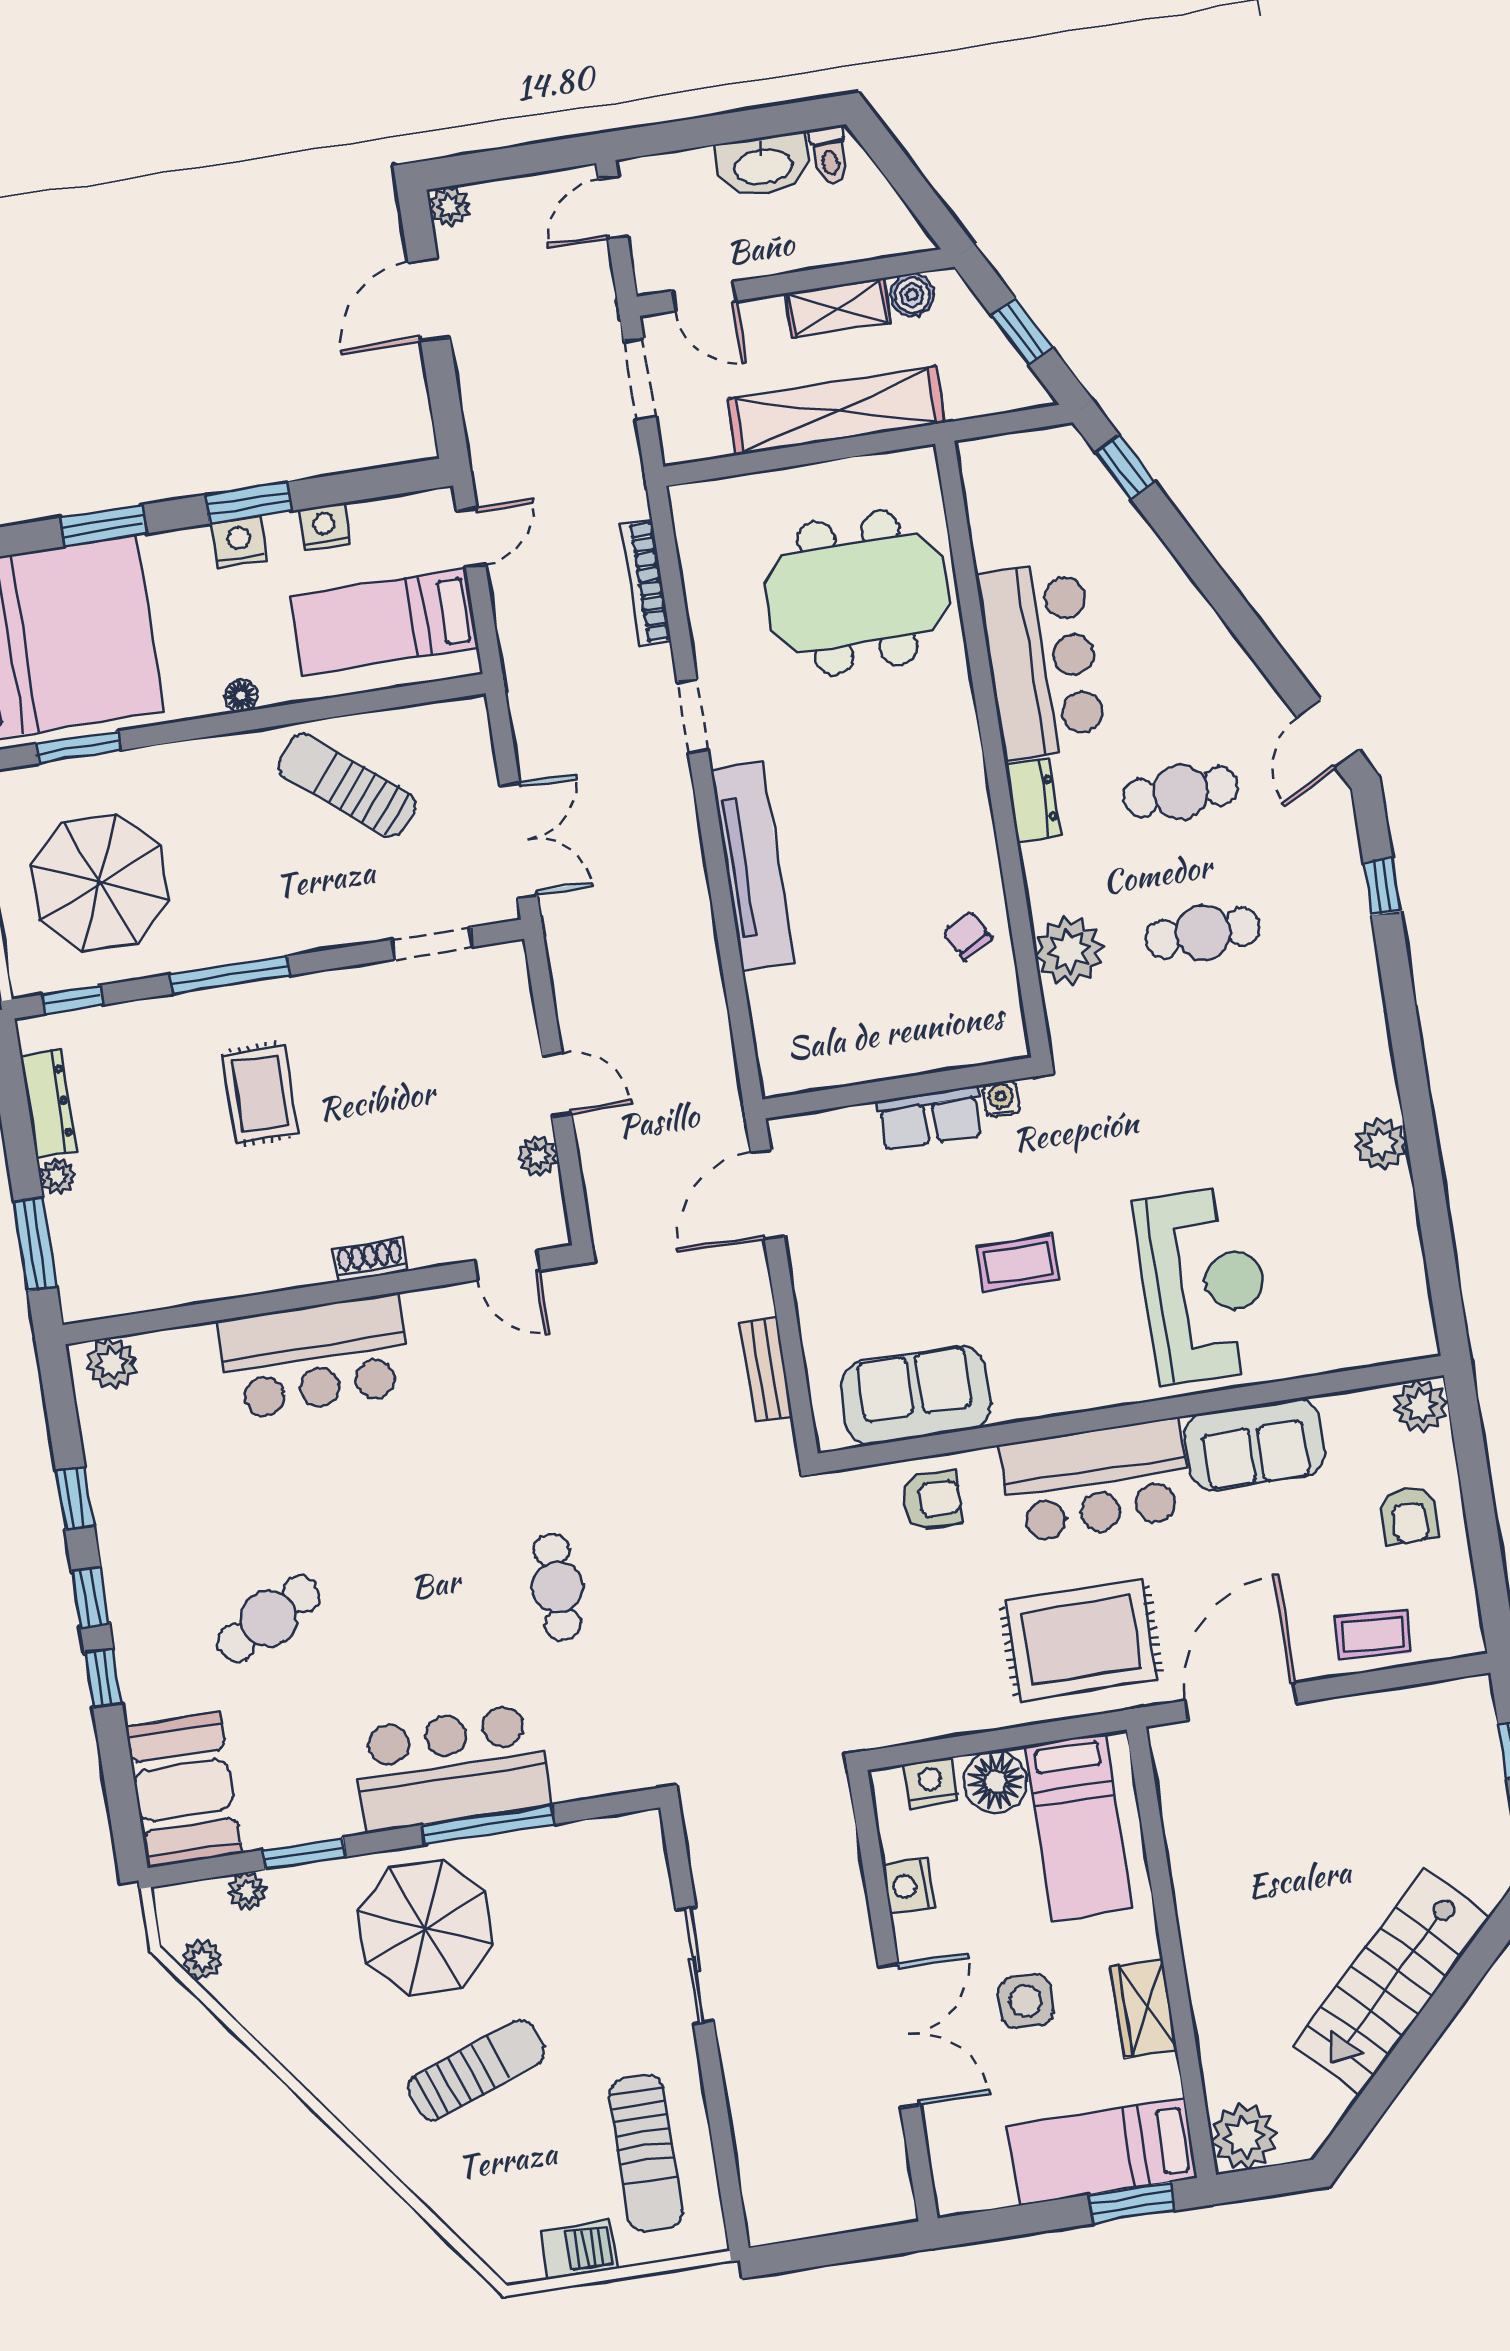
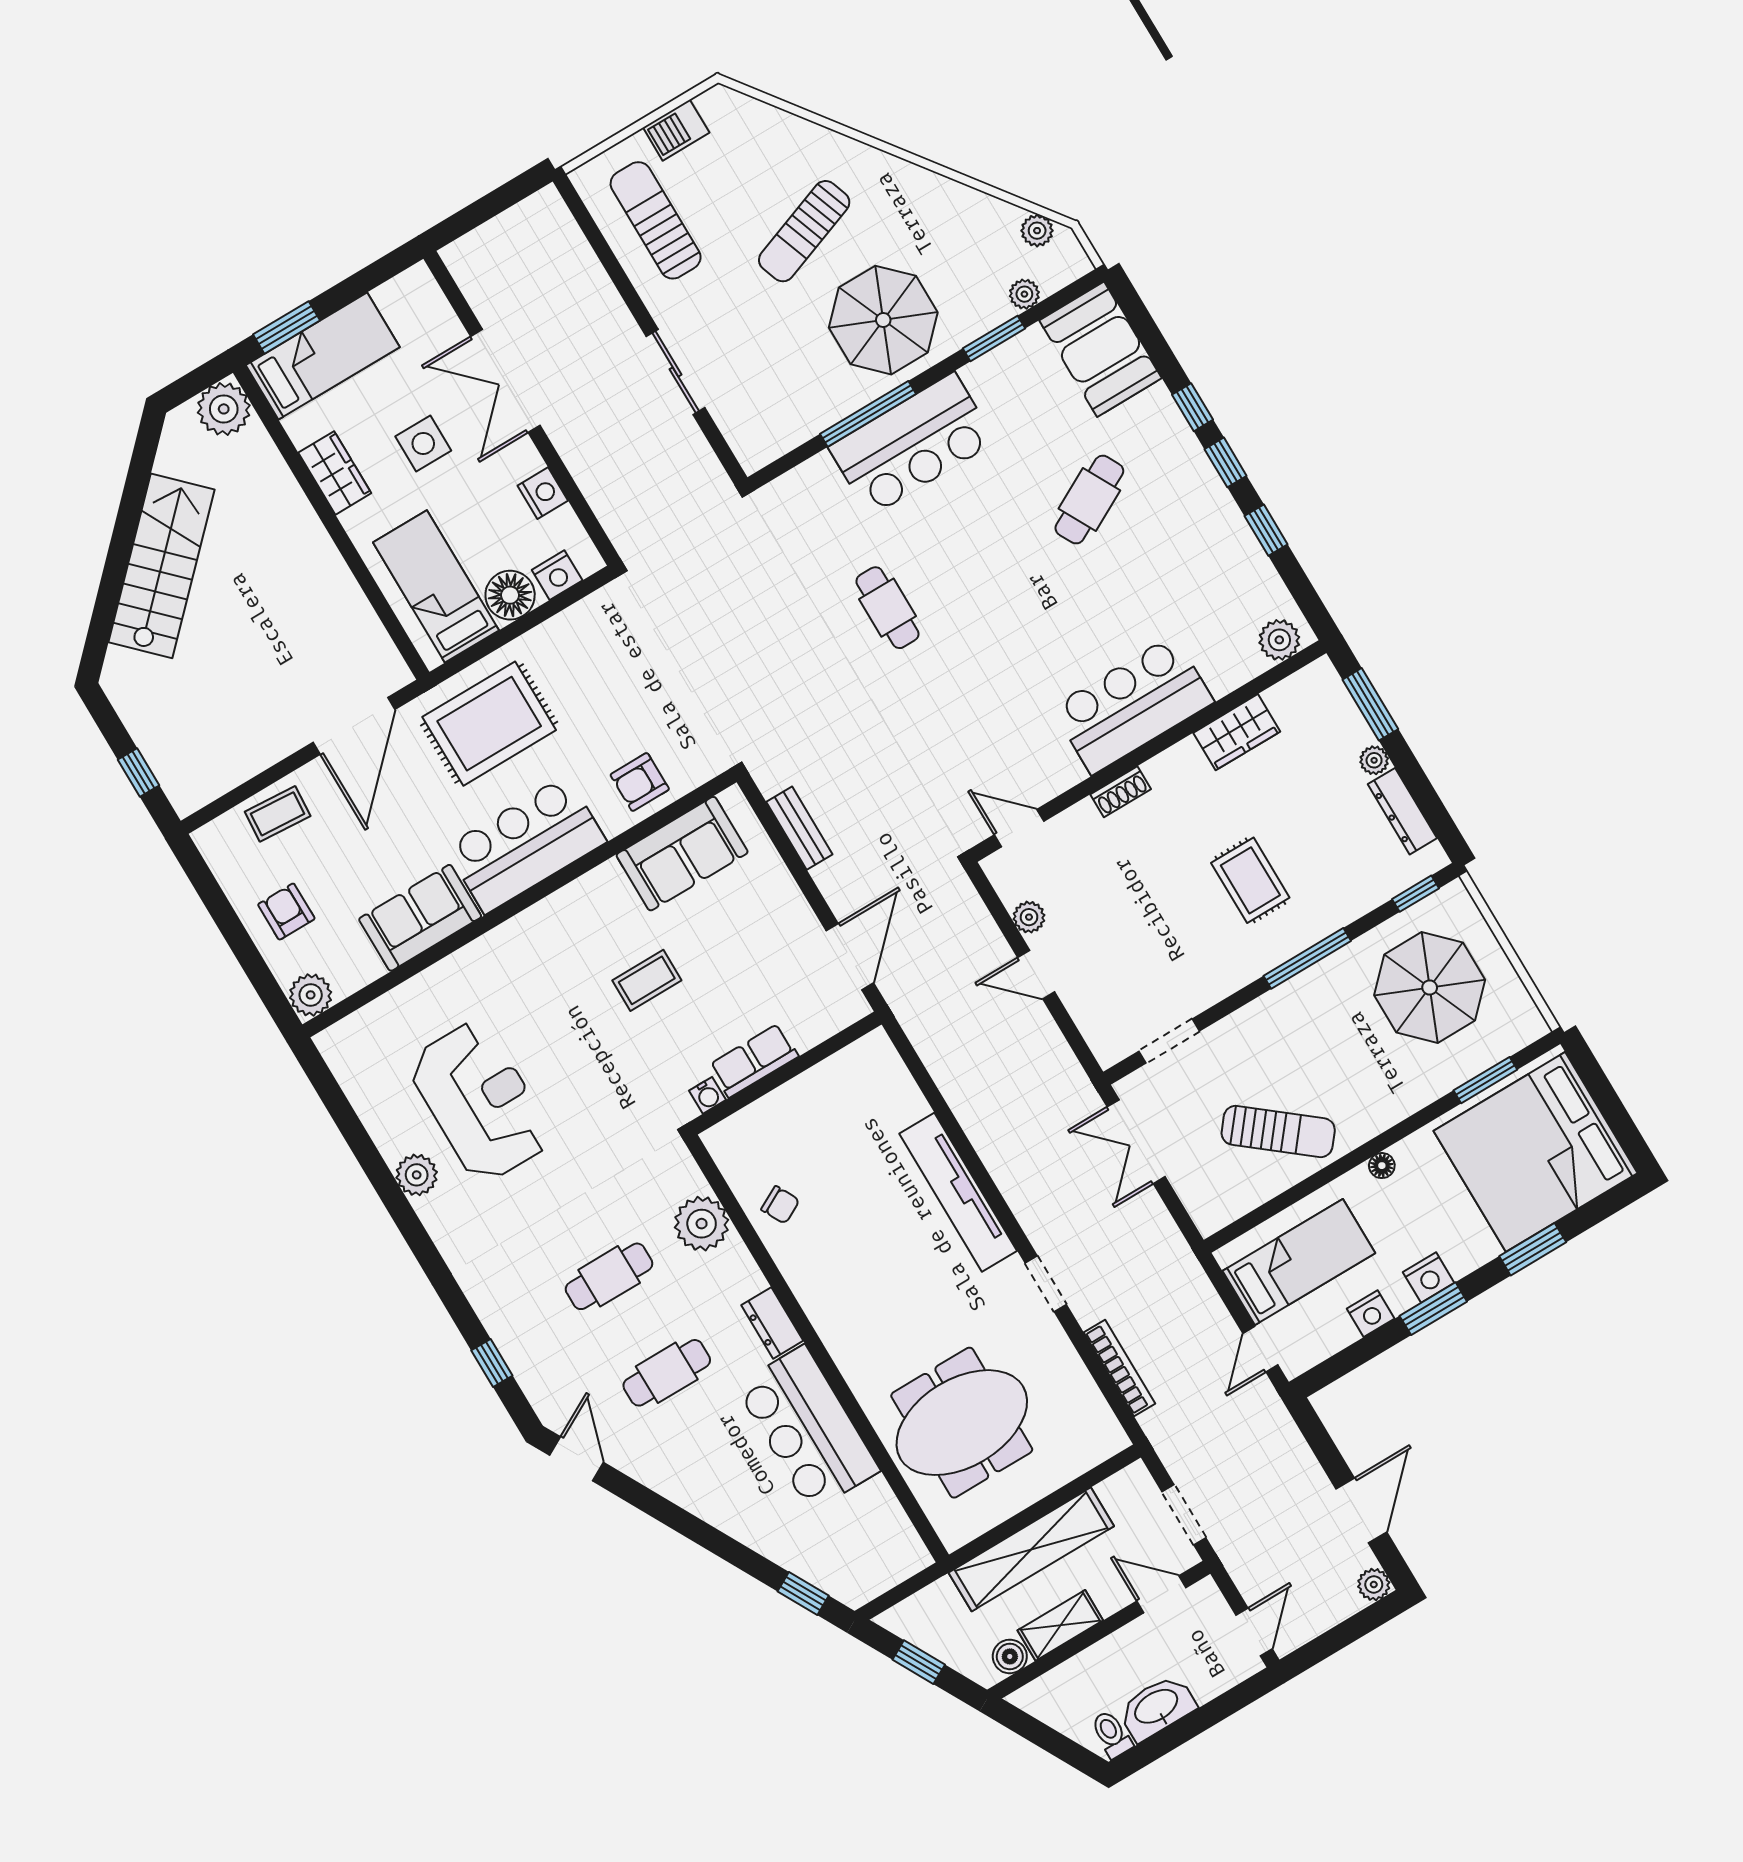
wardrobe: (206, 1275) -> (1237, 732), added
reception desk: (1204, 1285) -> (480, 1101), moved, turned 180

